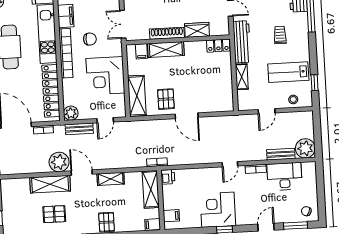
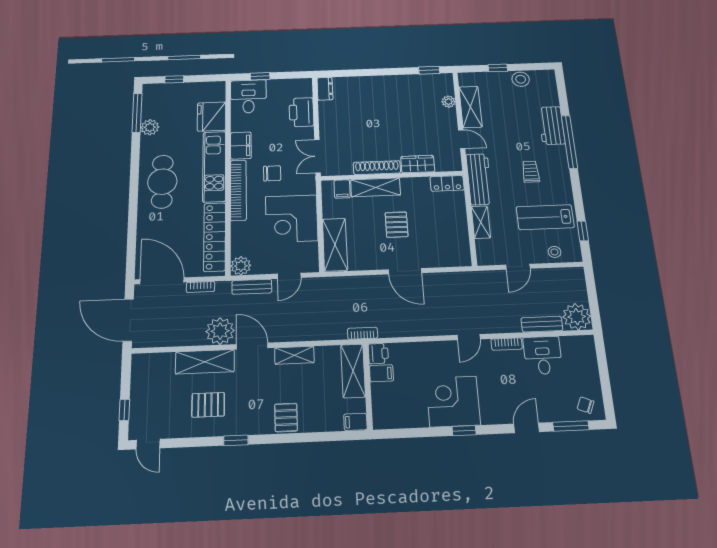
pallet: (166, 99) -> (397, 225), moved
desk: (285, 176) -> (543, 355), width x0.73
filing cabinet: (171, 216) -> (381, 373), moved

